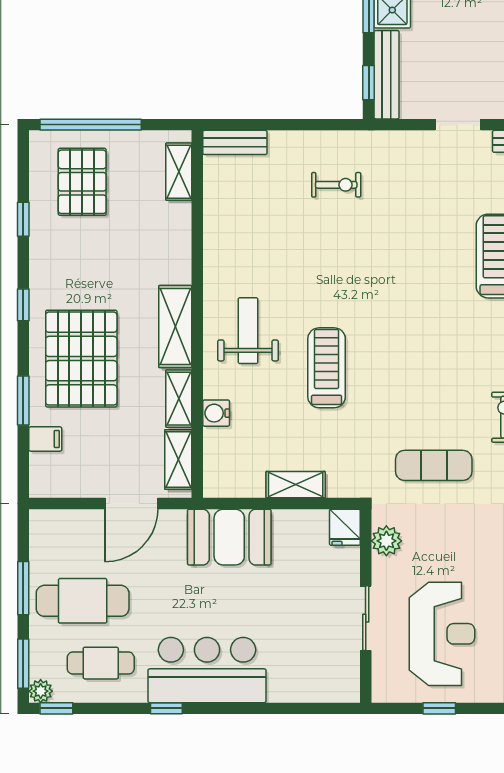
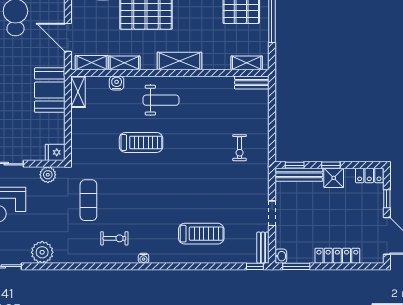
bench: (235, 142) -> (252, 82), moved, turned 90
shelving: (175, 327) -> (179, 61), moved
shelving: (296, 485) -> (78, 92), moved

